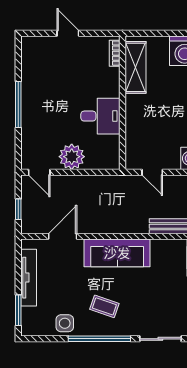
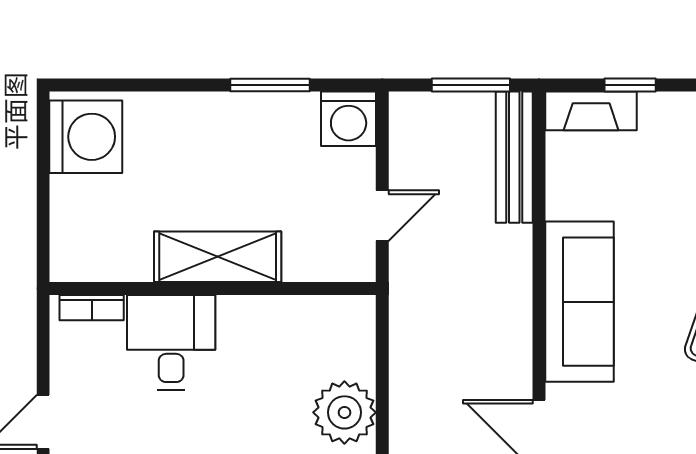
shelving: (135, 67) -> (218, 257), moved
desk: (100, 116) -> (171, 342), moved

